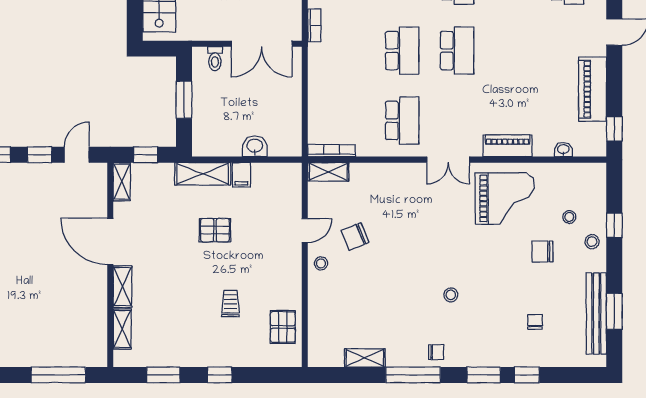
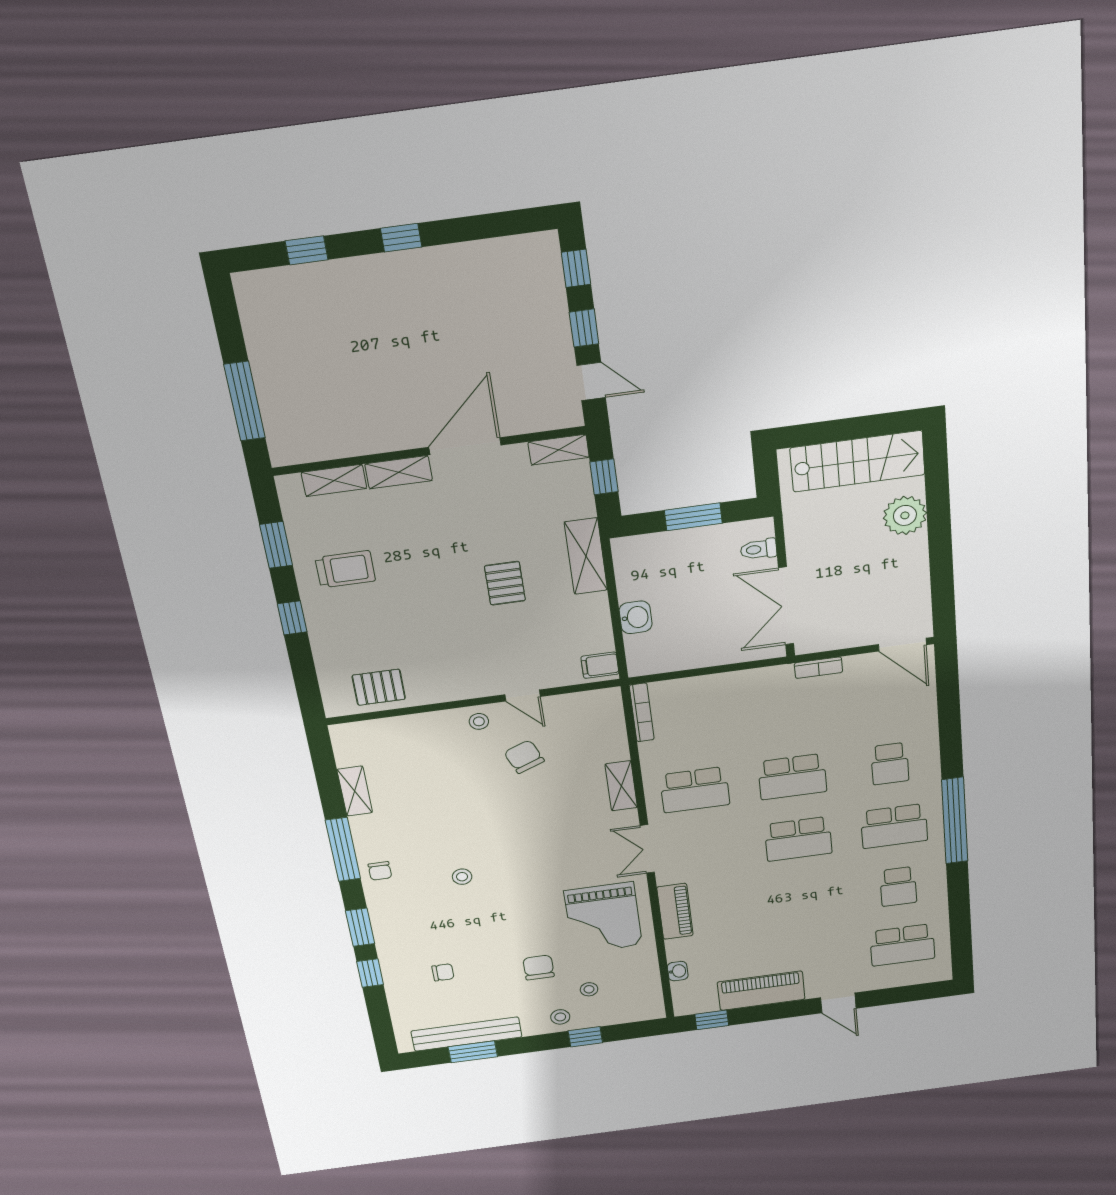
shelving: (328, 172) -> (621, 786), moved
filing cabinet: (241, 175) -> (600, 665), moved
trolley: (230, 304) -> (345, 569), moved, width x1.36, depth x1.39

